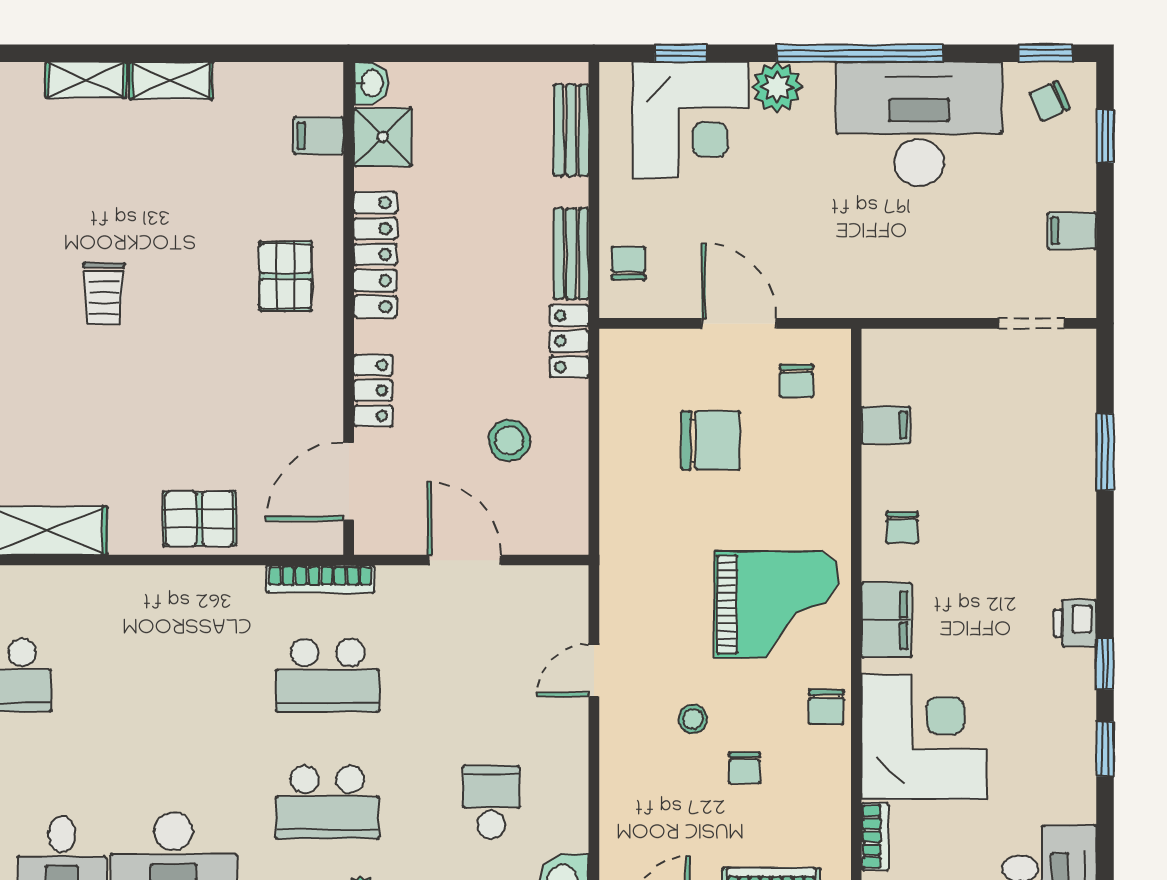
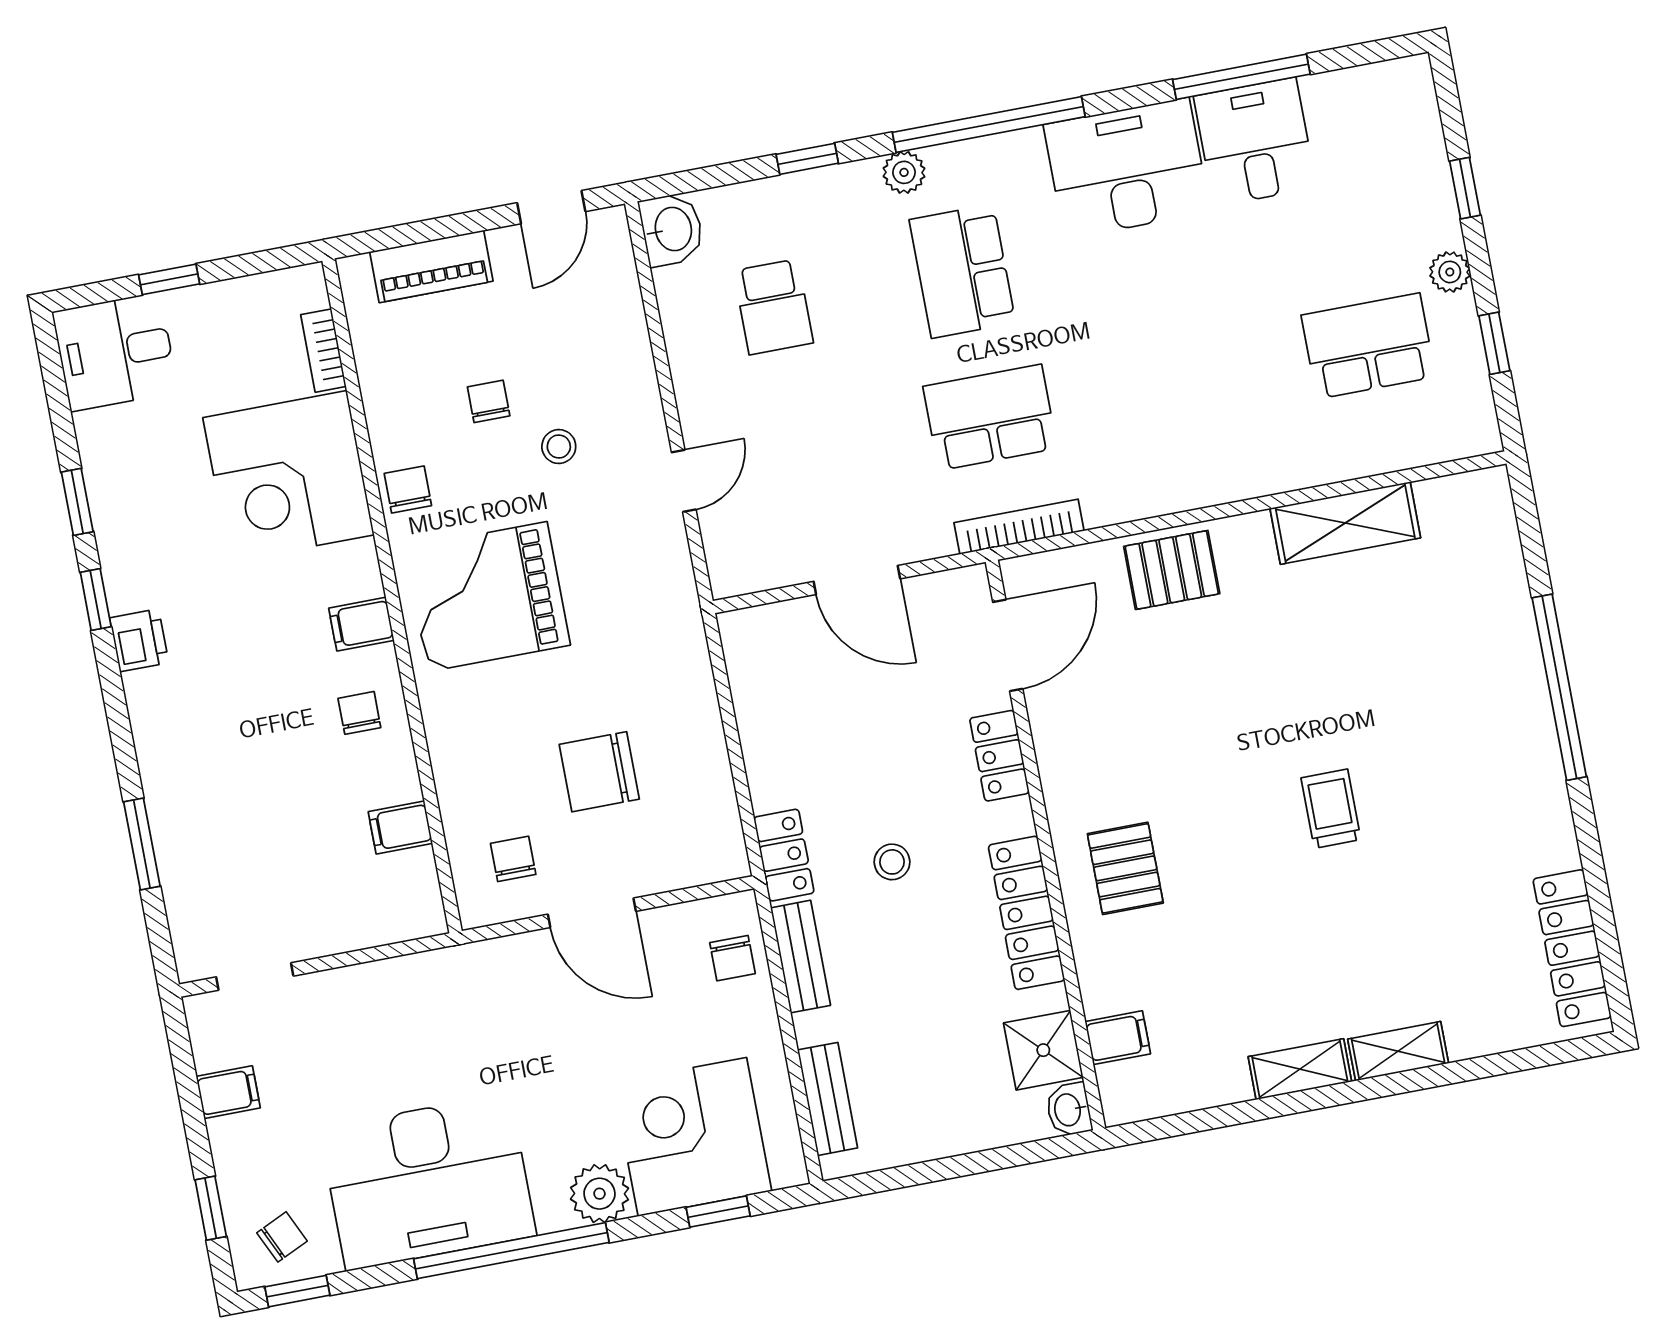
stool: (509, 440) -> (892, 862), moved, width x0.73, depth x0.73
filing cabinet: (886, 620) -> (361, 624), width x0.50
school desk: (327, 802) -> (962, 271), turned -90

